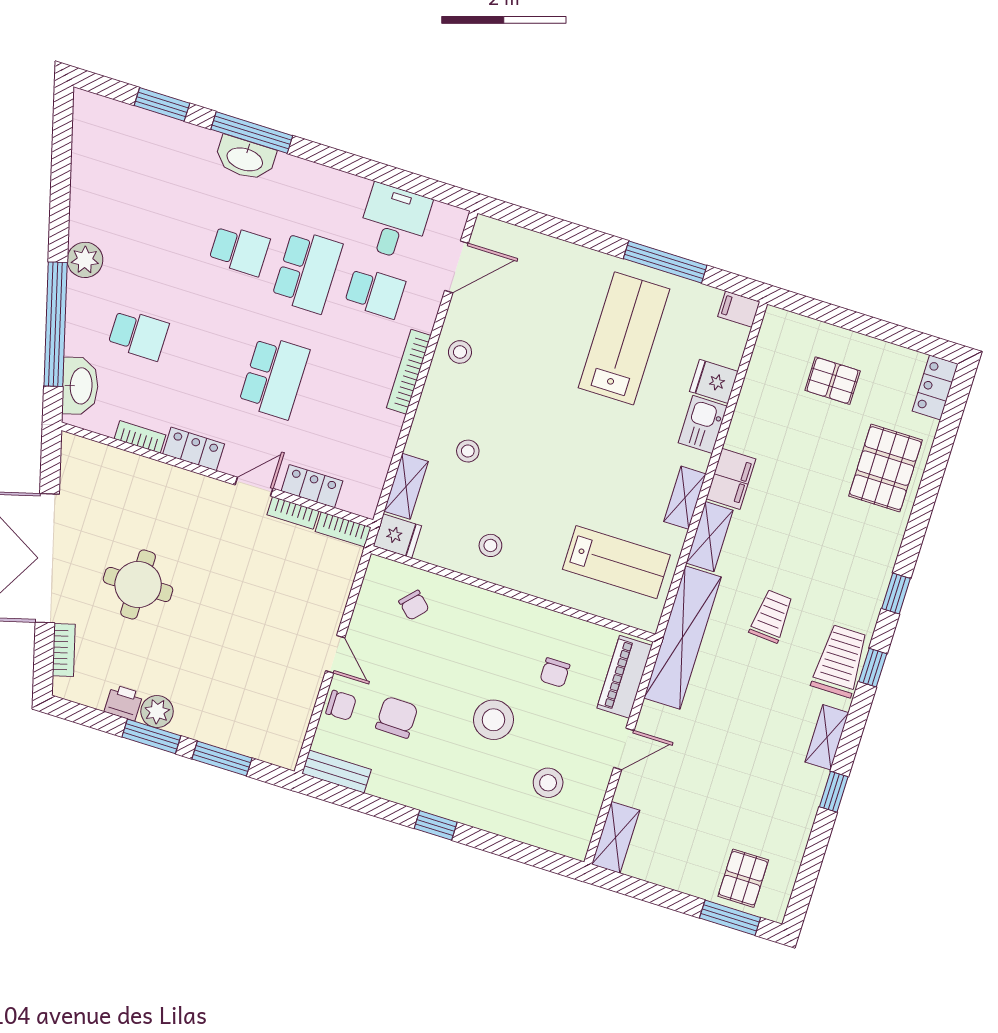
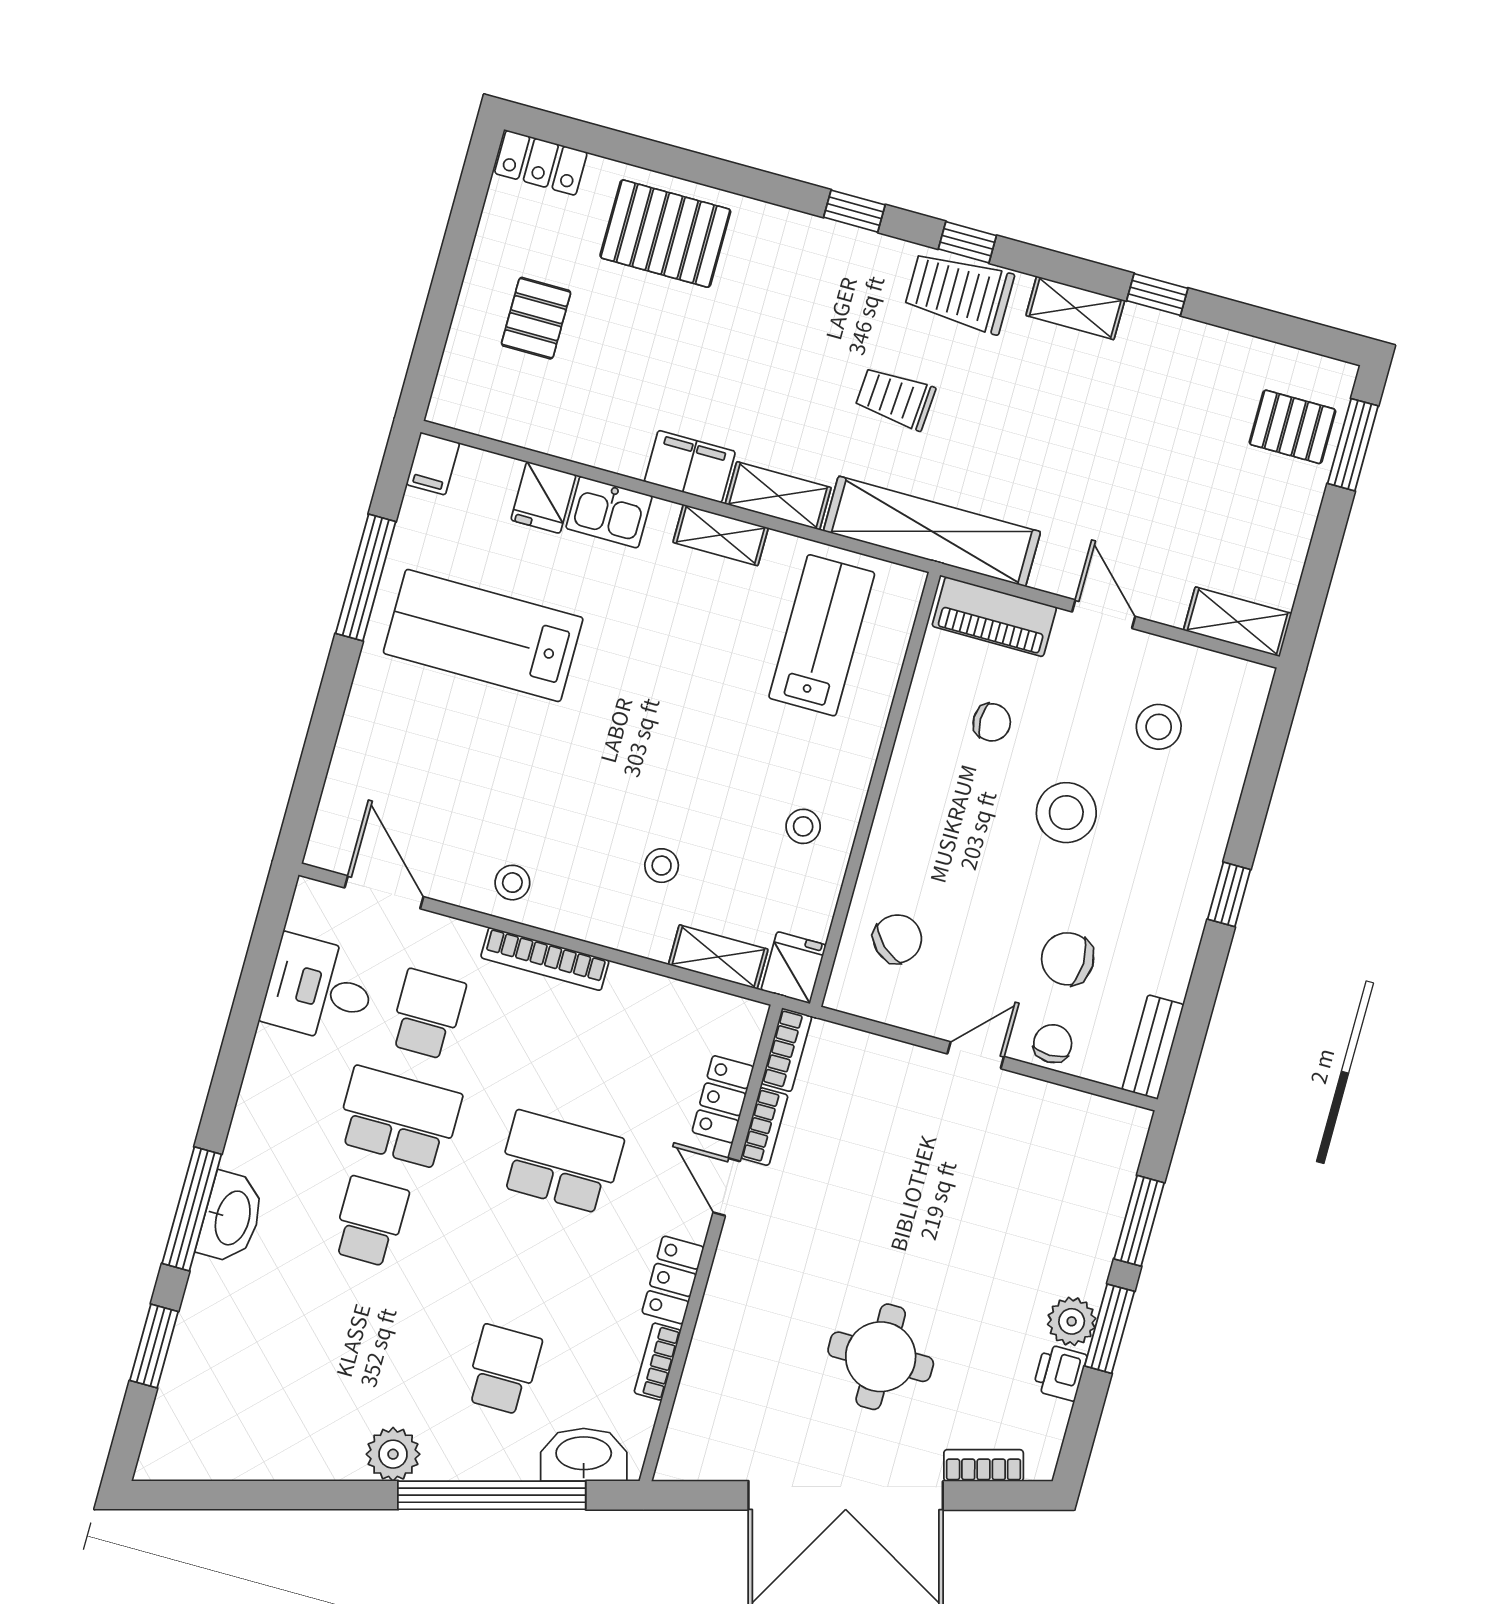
chair: (414, 605) -> (897, 939), width x1.37, depth x1.37

